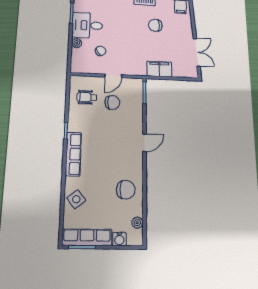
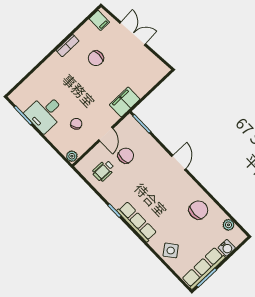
plant: (77, 43) -> (72, 156), moved
double door: (197, 52) -> (133, 34), moved
filing cabinet: (159, 69) -> (125, 102), moved

